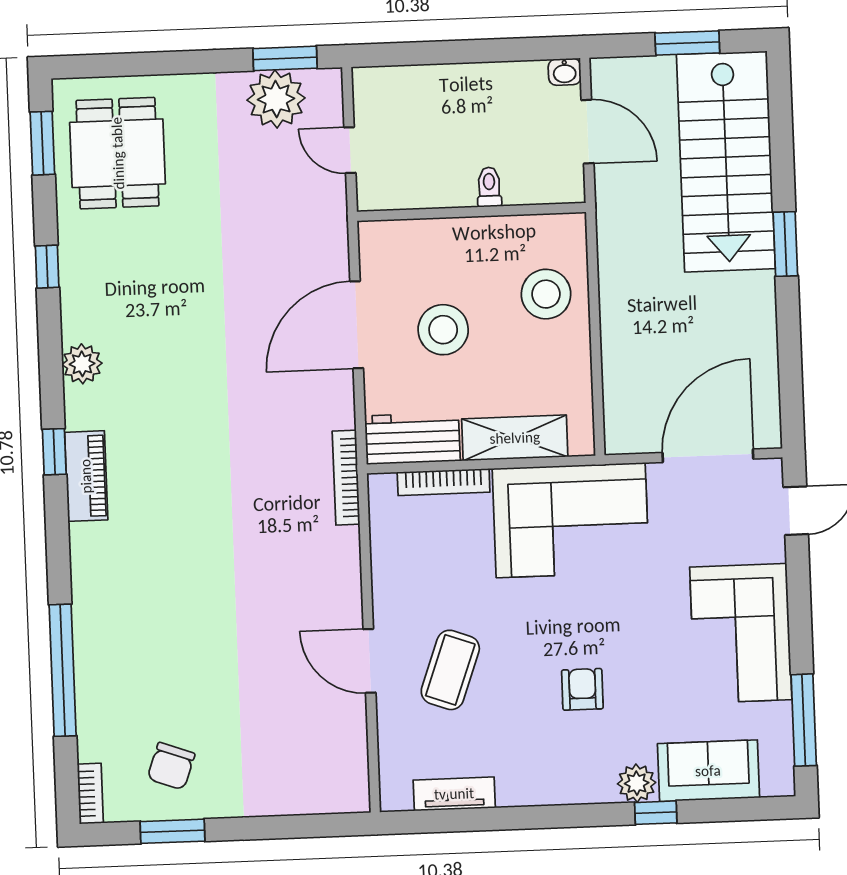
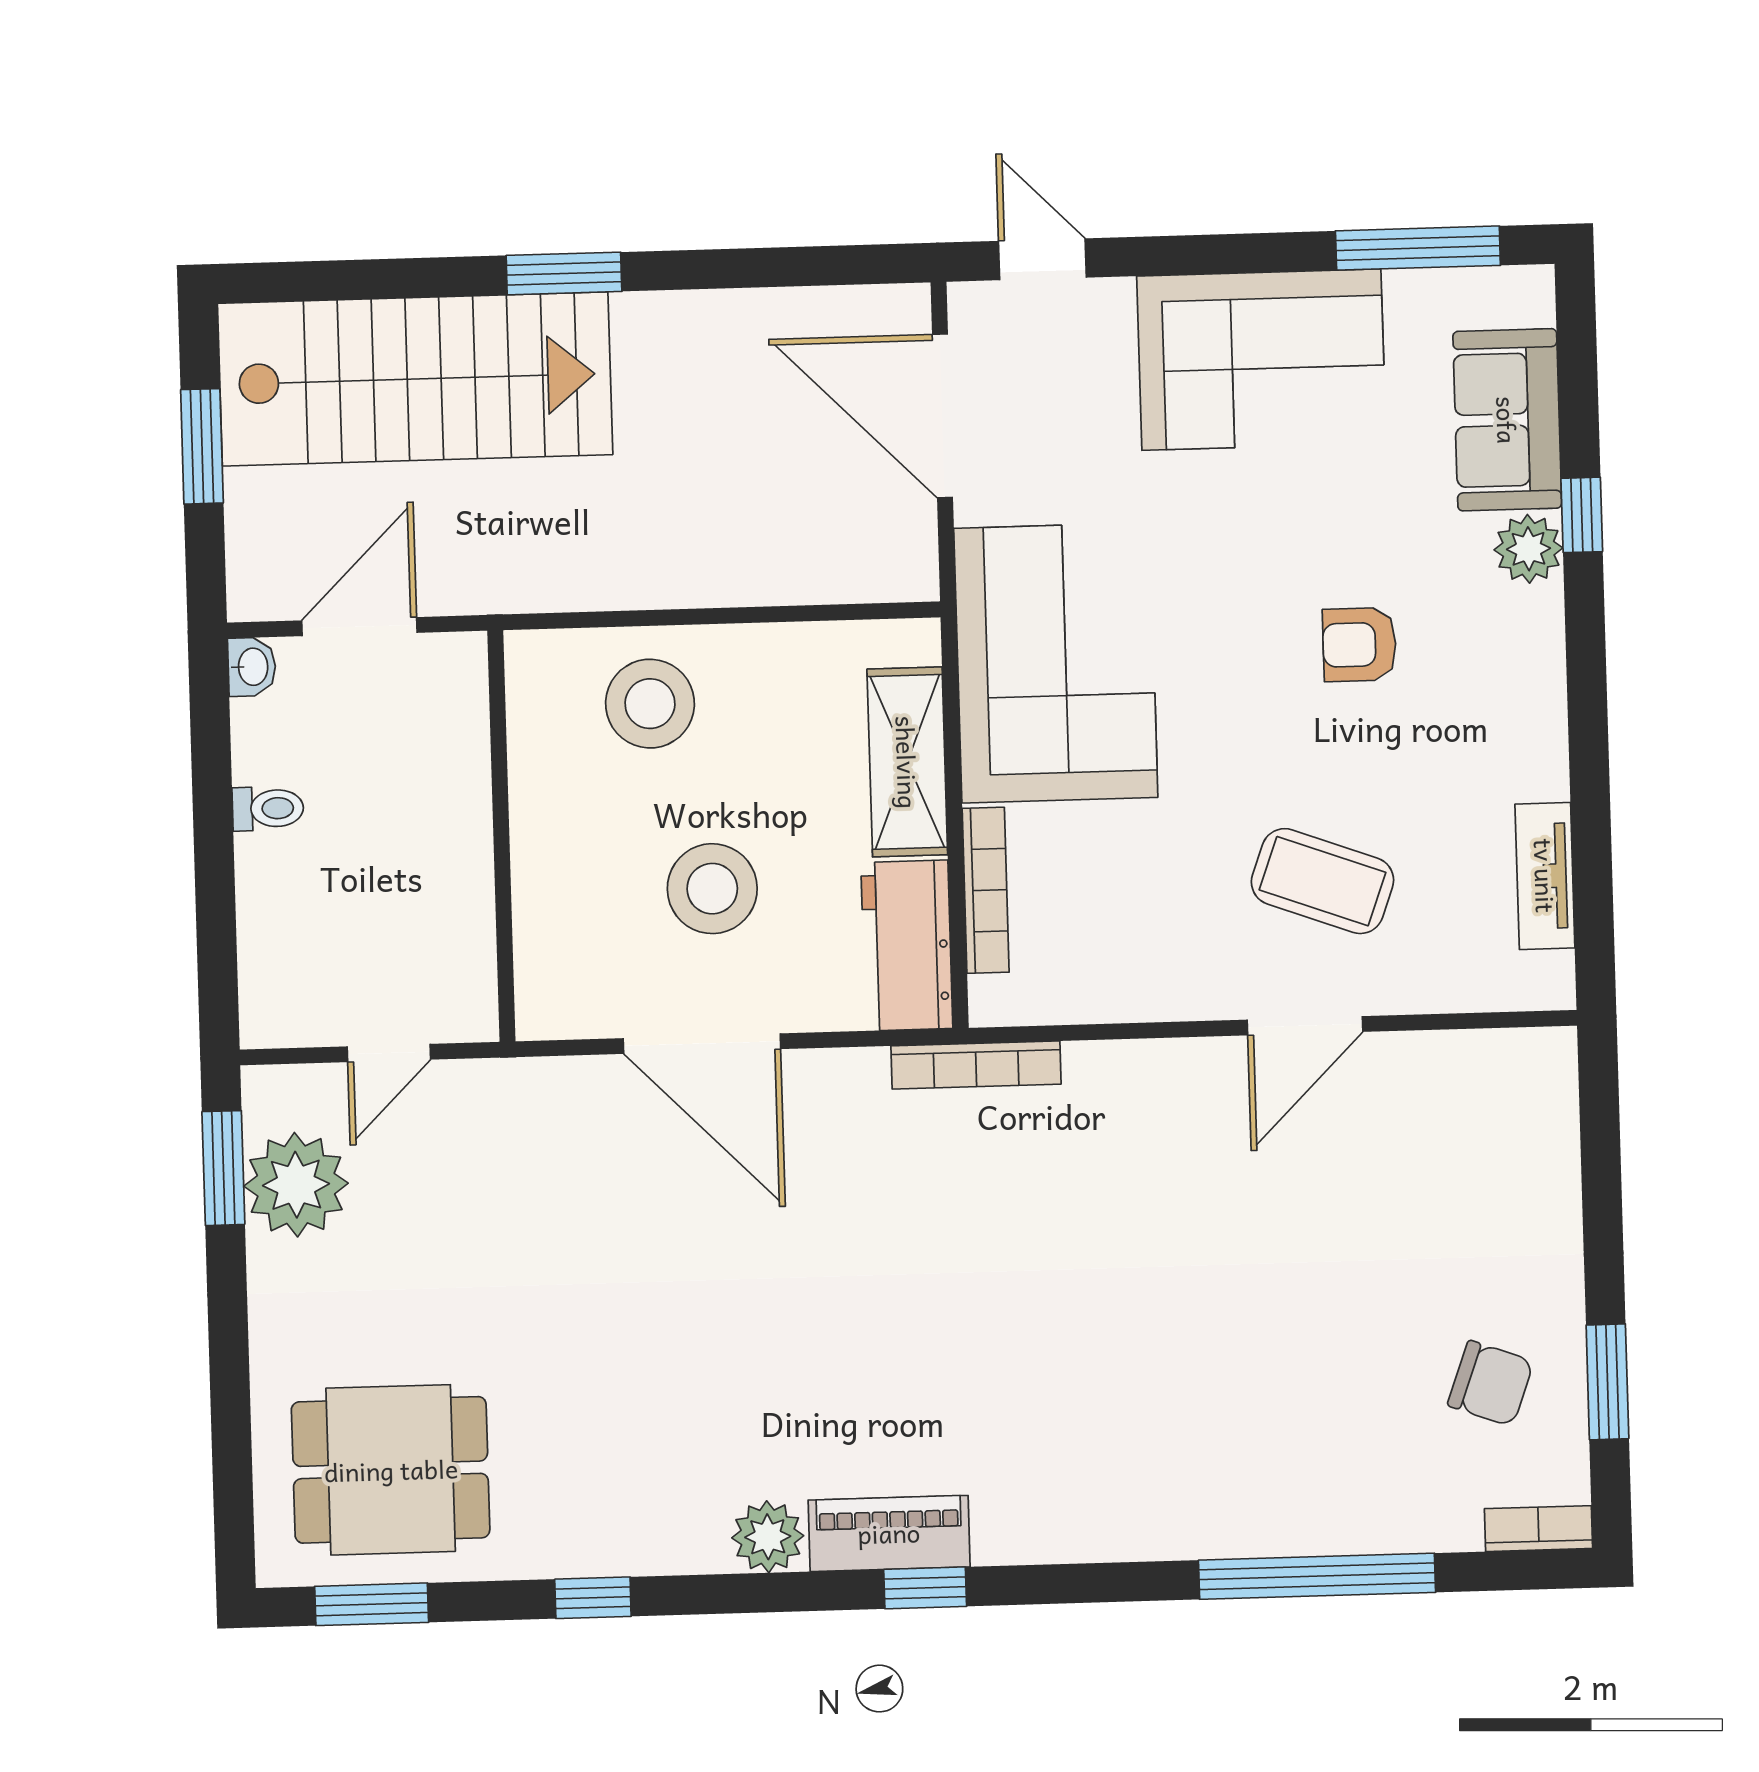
toilet: (489, 187) -> (268, 808), moved, turned 180
piano: (86, 476) -> (889, 1533), moved

